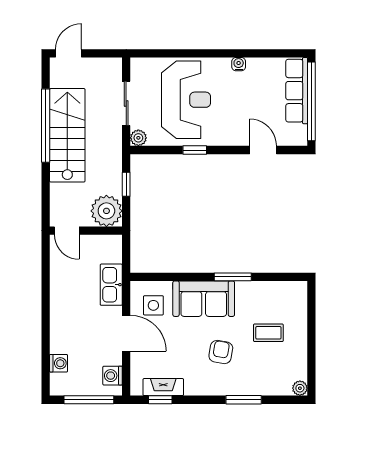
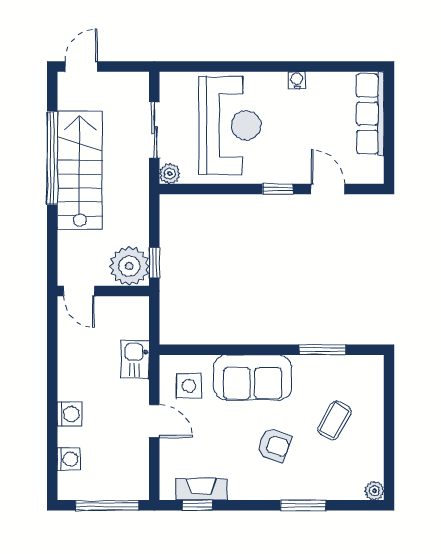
window: (311, 101) -> (389, 127), removed
window: (195, 150) -> (278, 189), moved
window: (126, 184) -> (154, 263), moved
window: (233, 277) -> (322, 350), moved
kitchen sink: (111, 285) -> (135, 360), width x0.73
door: (126, 333) -> (154, 421), width x0.73
coffee table: (268, 333) -> (334, 420), turned -61
armchair: (221, 352) -> (274, 445), turned 101
washing machine: (113, 376) -> (69, 414), moved, turned 180

